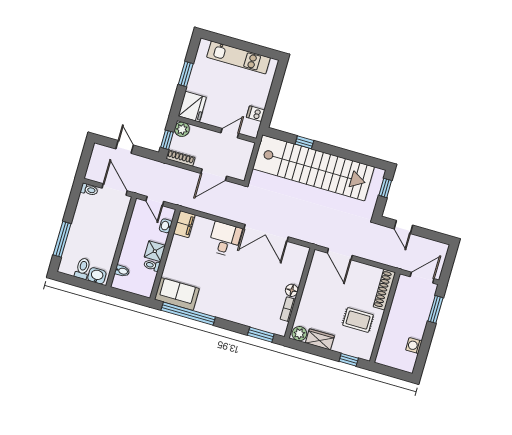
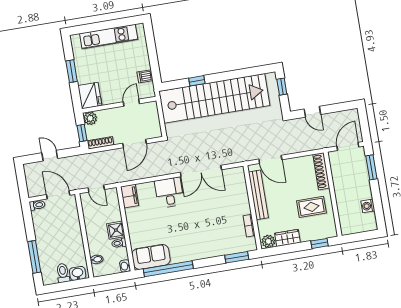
washbasin: (166, 226) -> (125, 266), moved
bench: (311, 283) -> (258, 195), added
floor lamp: (292, 290) -> (245, 208), removed

